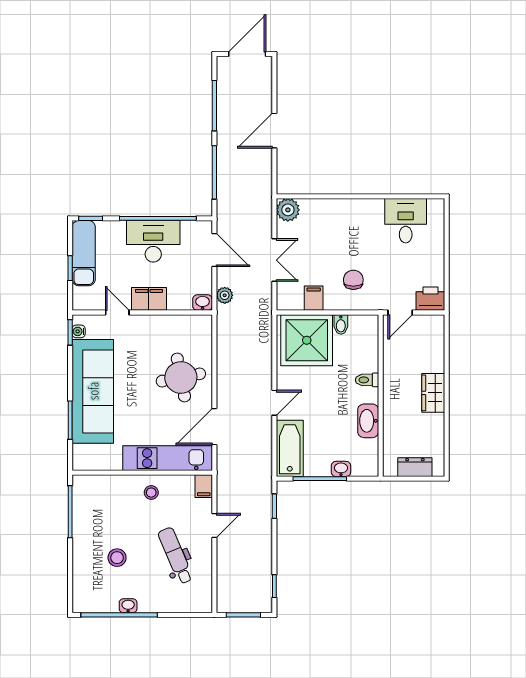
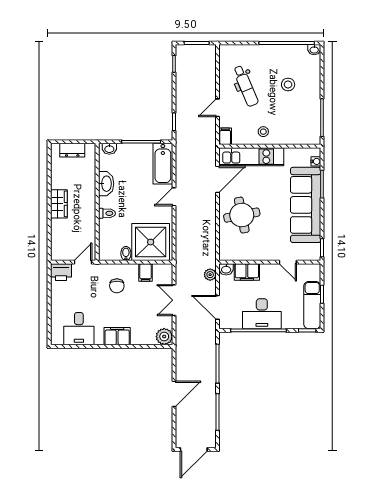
filing cabinet: (353, 210) -> (117, 336), added
filing cabinet: (149, 299) -> (247, 272), moved
water cooler: (79, 331) -> (316, 161), moved
washbasin: (341, 469) -> (109, 149), moved
washbasin: (128, 606) -> (314, 50), moved

